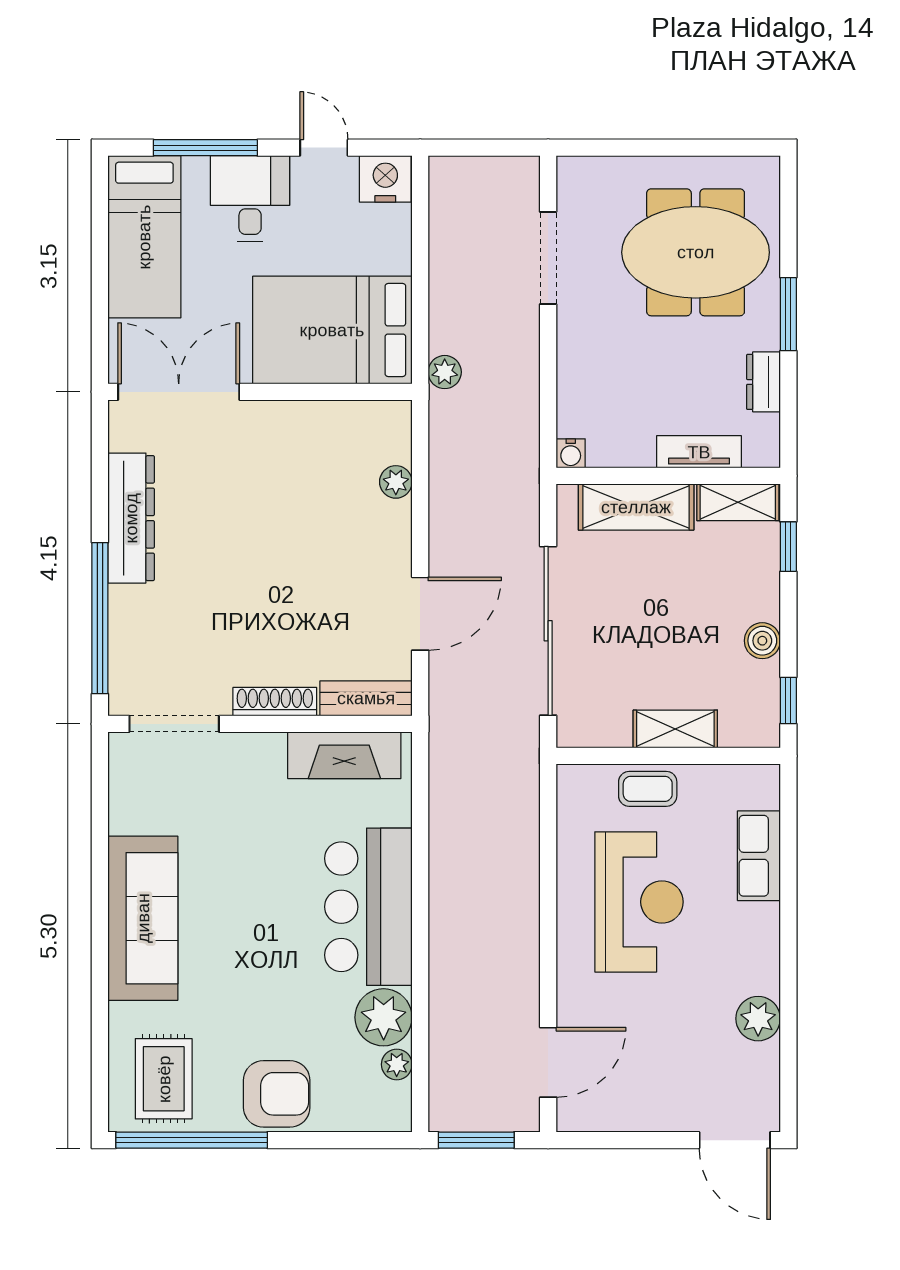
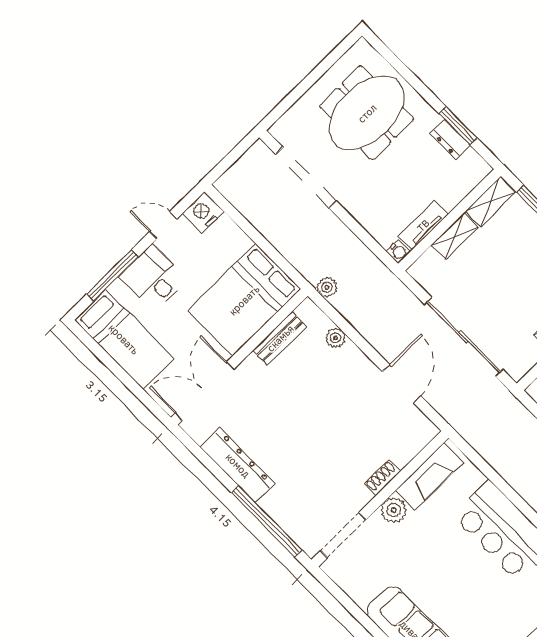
doorway: (548, 258) -> (306, 178), width x1.36
window: (788, 314) -> (458, 126), moved
plant: (445, 372) -> (327, 287), moved
tv unit: (699, 452) -> (423, 225), moved
shelving: (636, 507) -> (455, 236), width x0.67, depth x0.75
bench: (366, 698) -> (280, 338), moved
shoe rack: (275, 702) -> (382, 478), width x0.70
plant: (263, 753) -> (394, 510), added

